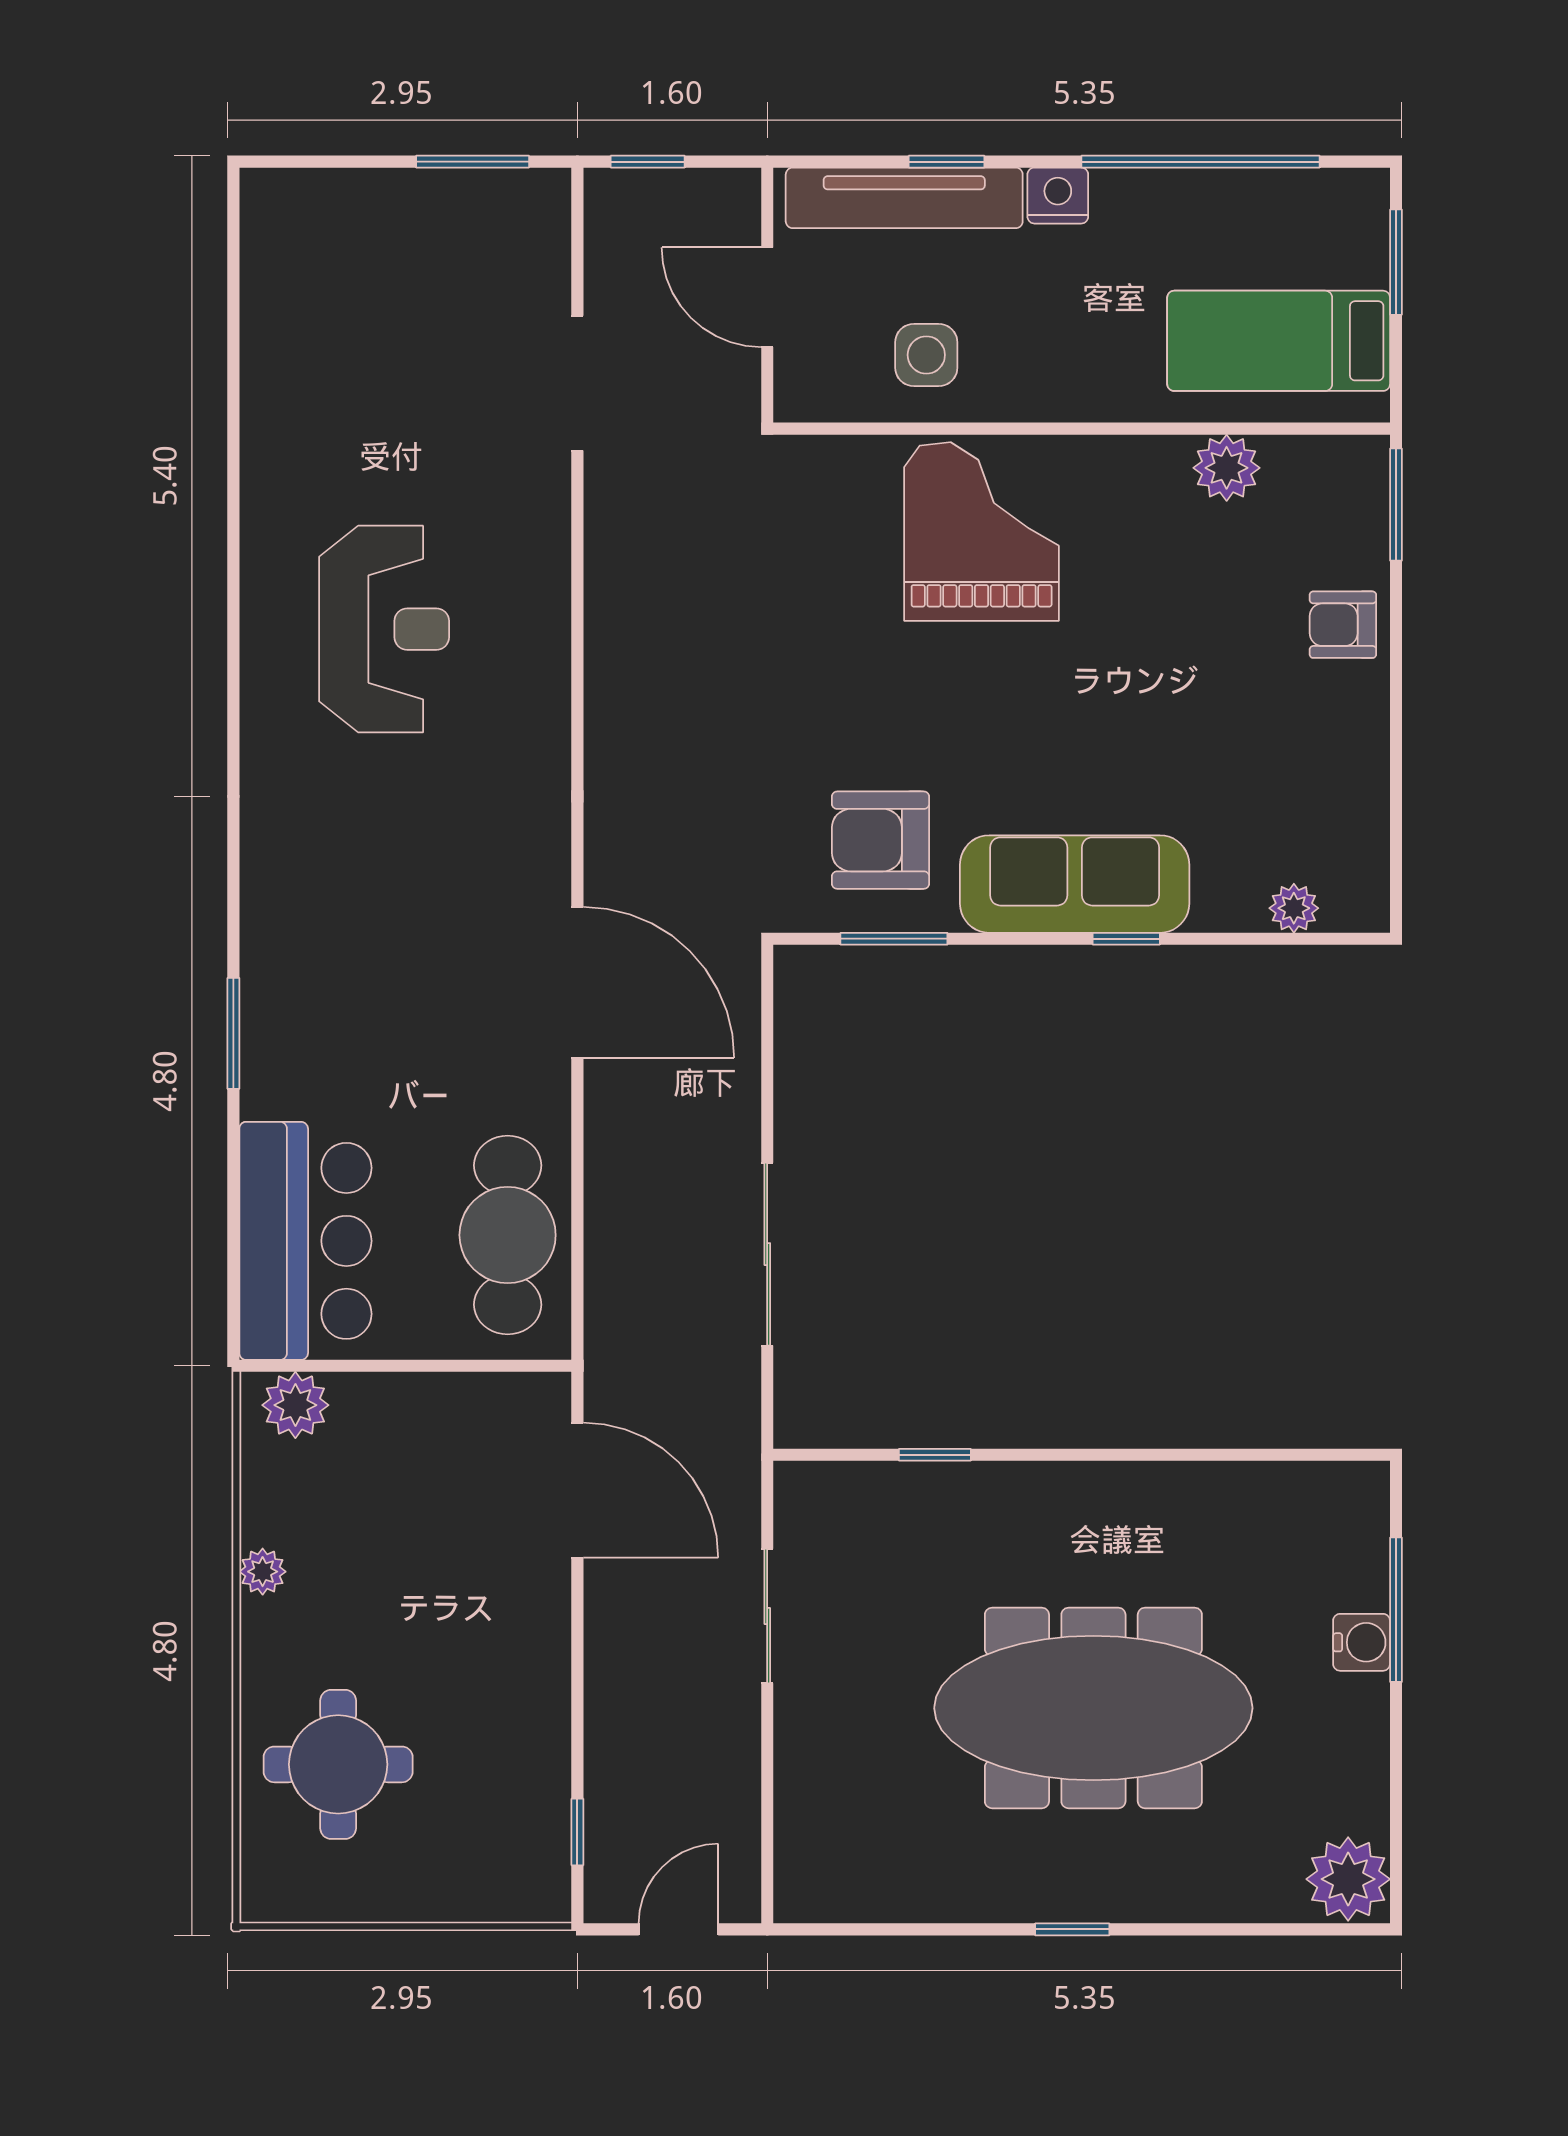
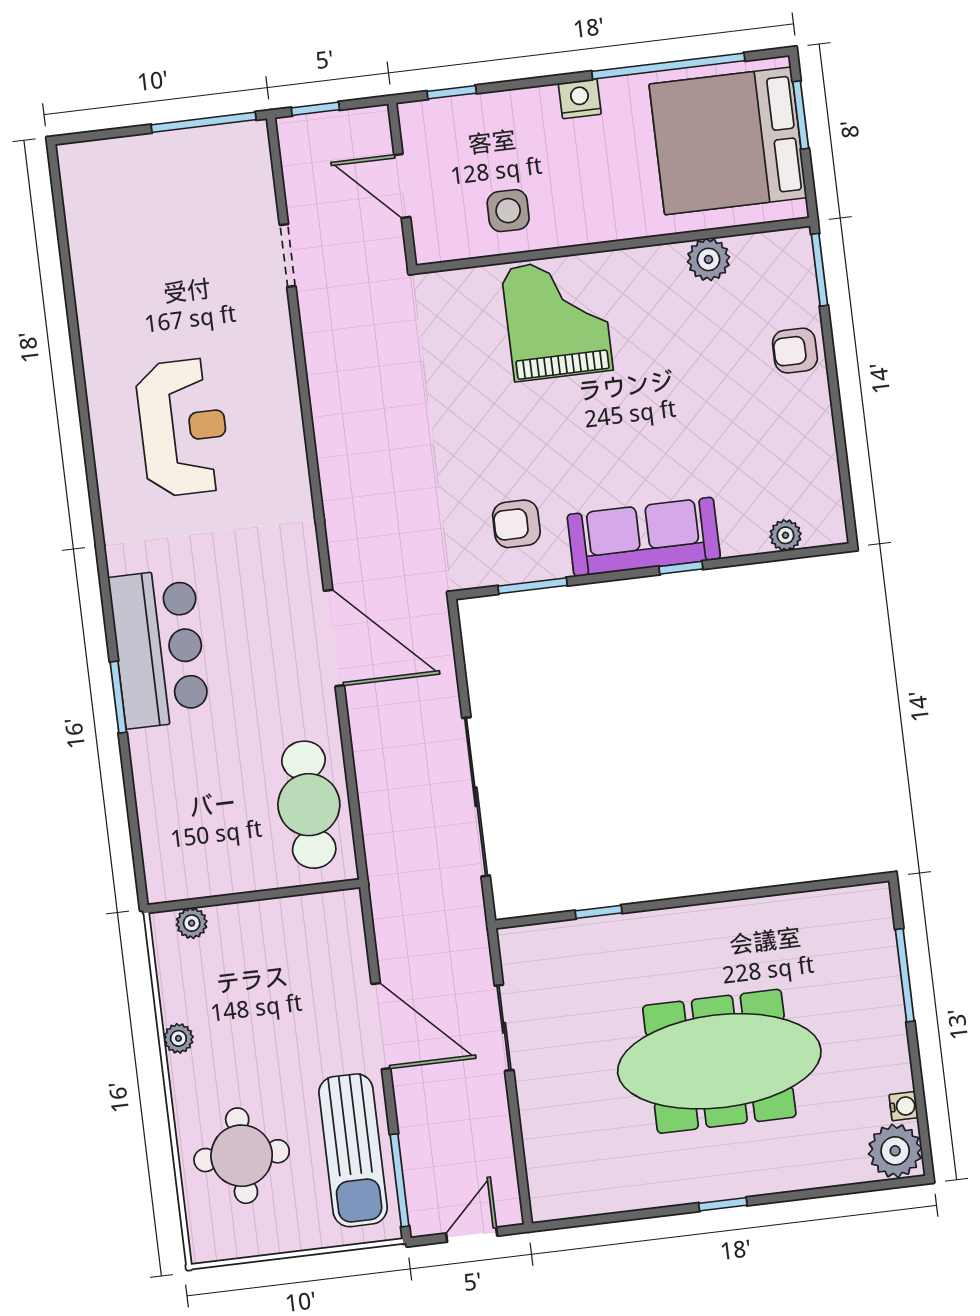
window: (473, 162) -> (204, 122), width x1.44
window: (947, 162) -> (452, 92), moved
tv unit: (904, 198) -> (482, 112), removed
bed: (1279, 341) -> (728, 141), width x2.04
doorway: (577, 383) -> (288, 256), width x0.73
armchair: (880, 840) -> (516, 524), width x0.72, depth x0.72
bar counter: (305, 1241) -> (159, 648), moved
sliding door: (767, 1254) -> (476, 797), width x1.36
plant: (295, 1405) -> (192, 923), width x0.73, depth x0.73
door: (577, 1490) -> (381, 1026), moved
water cooler: (1362, 1642) -> (904, 1106), moved, width x0.72, depth x0.72
sun lounger: (511, 1777) -> (353, 1150), added
window: (577, 1832) -> (400, 1180), width x2.17

